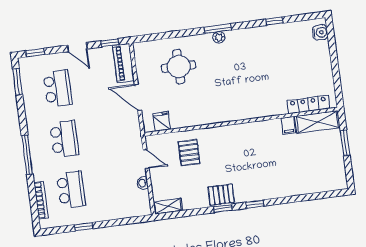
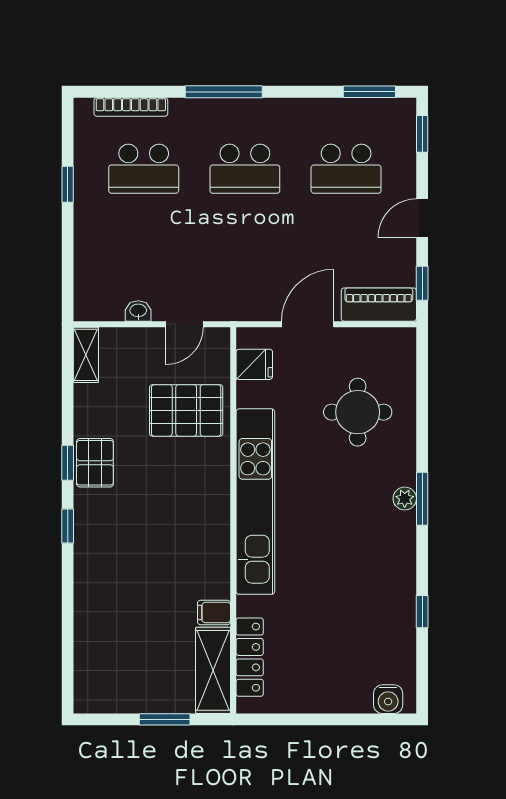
kitchen unit: (230, 112) -> (255, 502), added
pallet: (189, 153) -> (186, 410), width x1.50, depth x1.42

